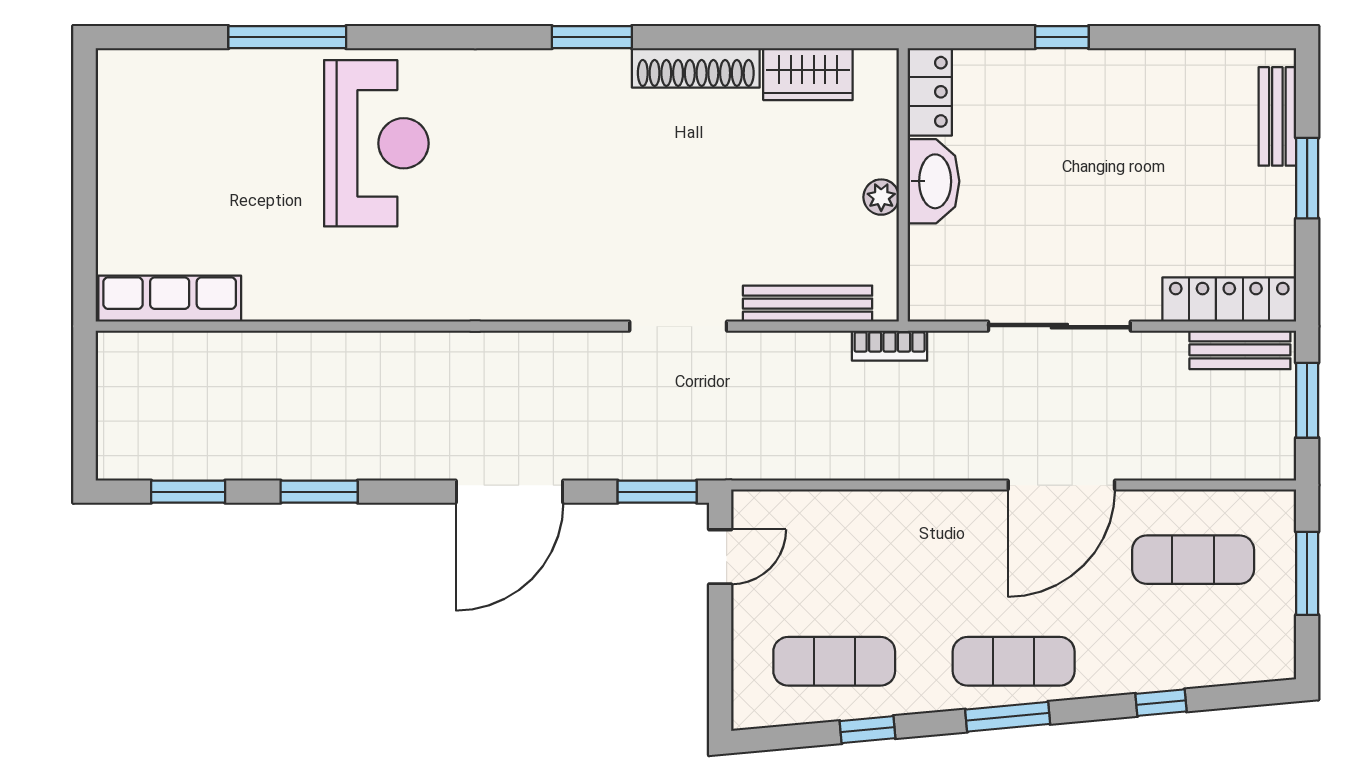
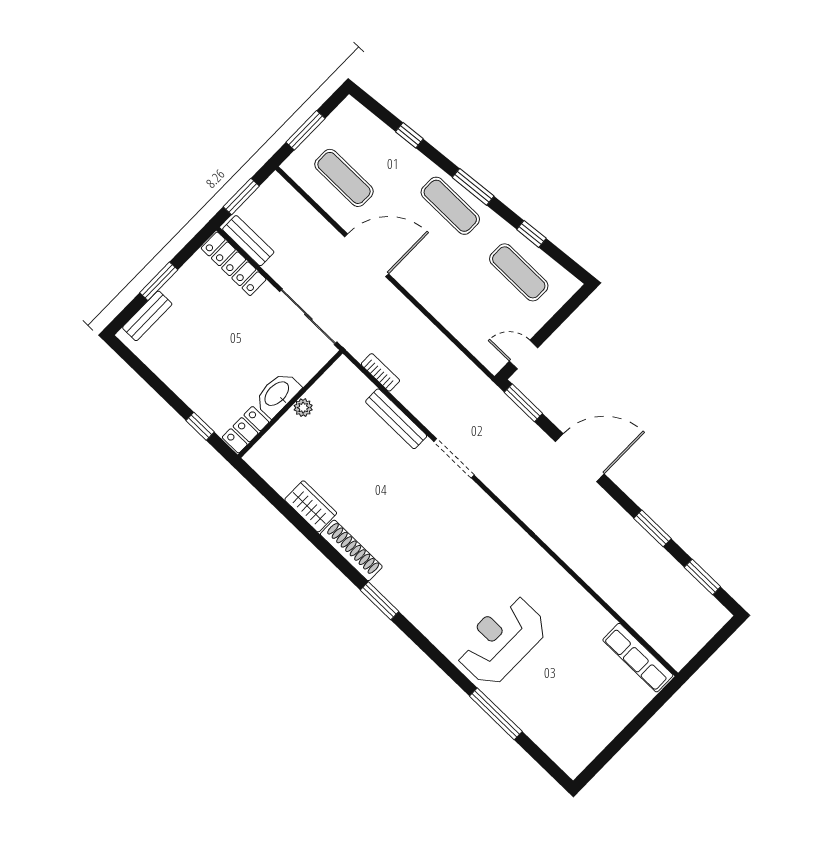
locker: (930, 92) -> (246, 430), moved
washbasin: (934, 181) -> (277, 394), moved
wall: (903, 185) -> (290, 404), moved
plant: (881, 197) -> (303, 408), moved

